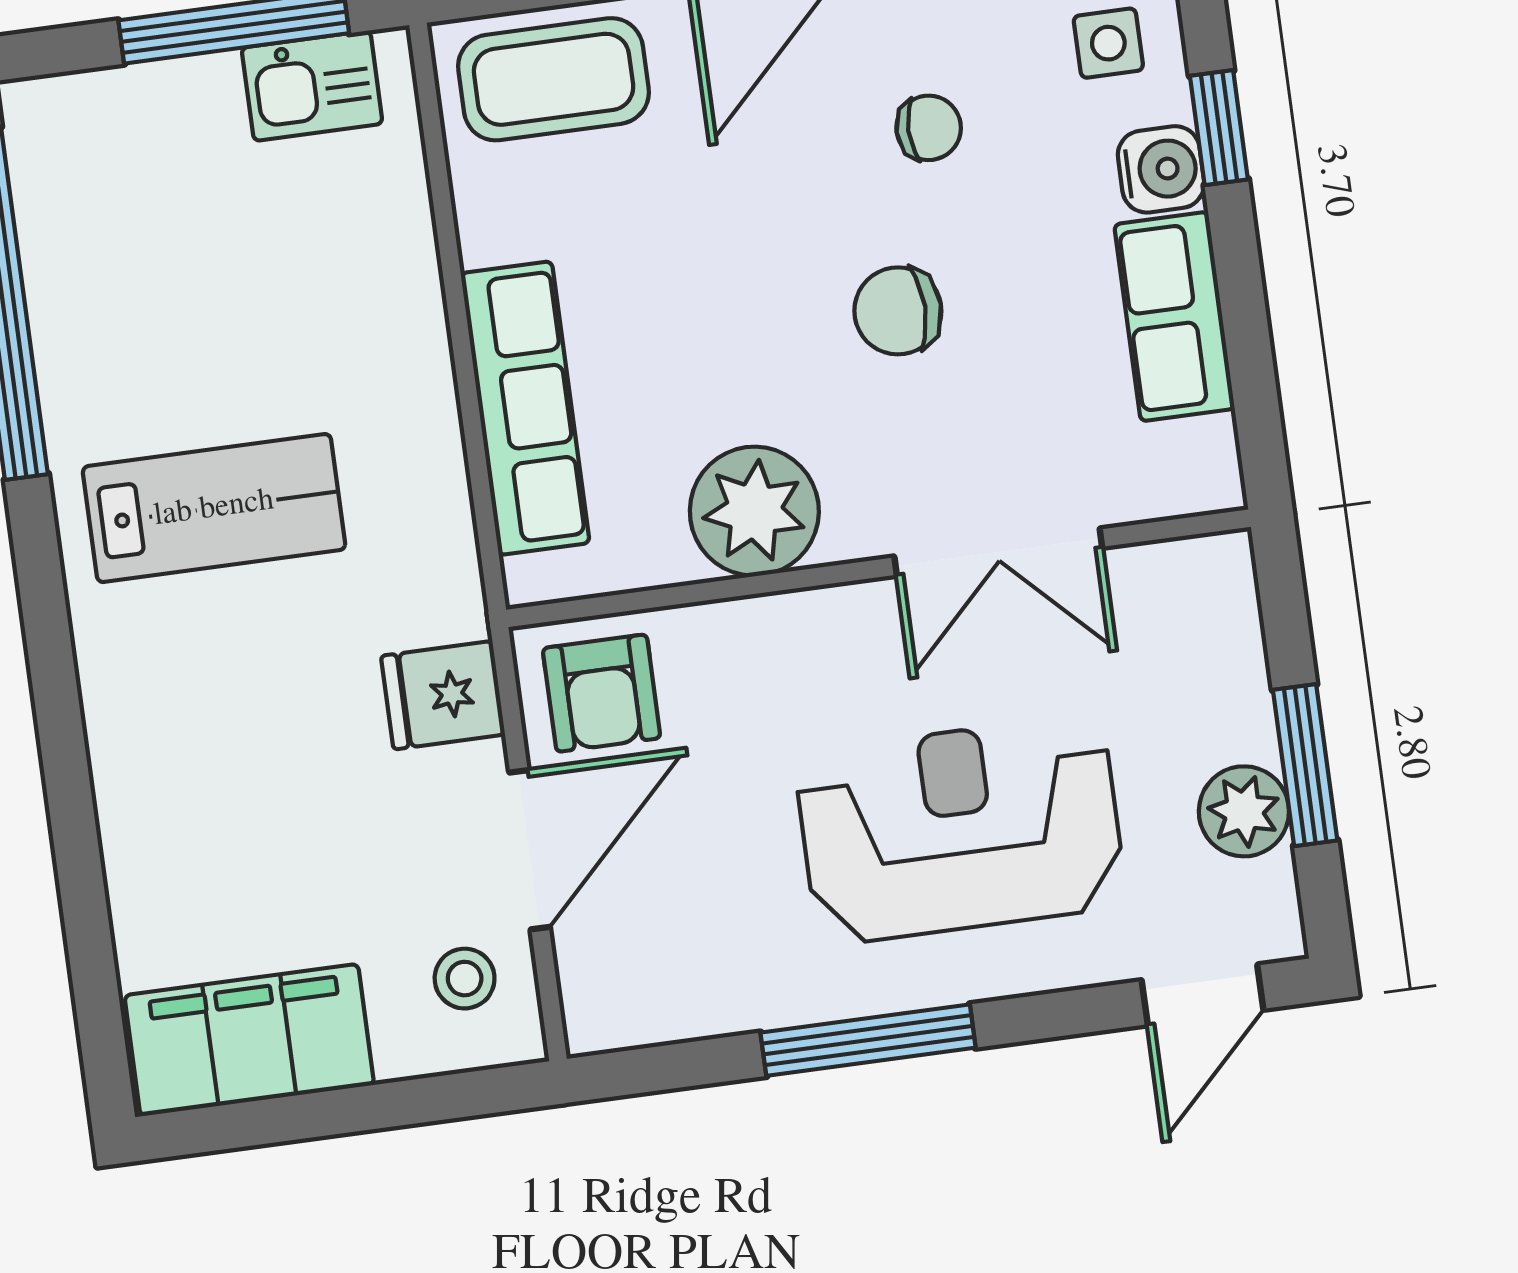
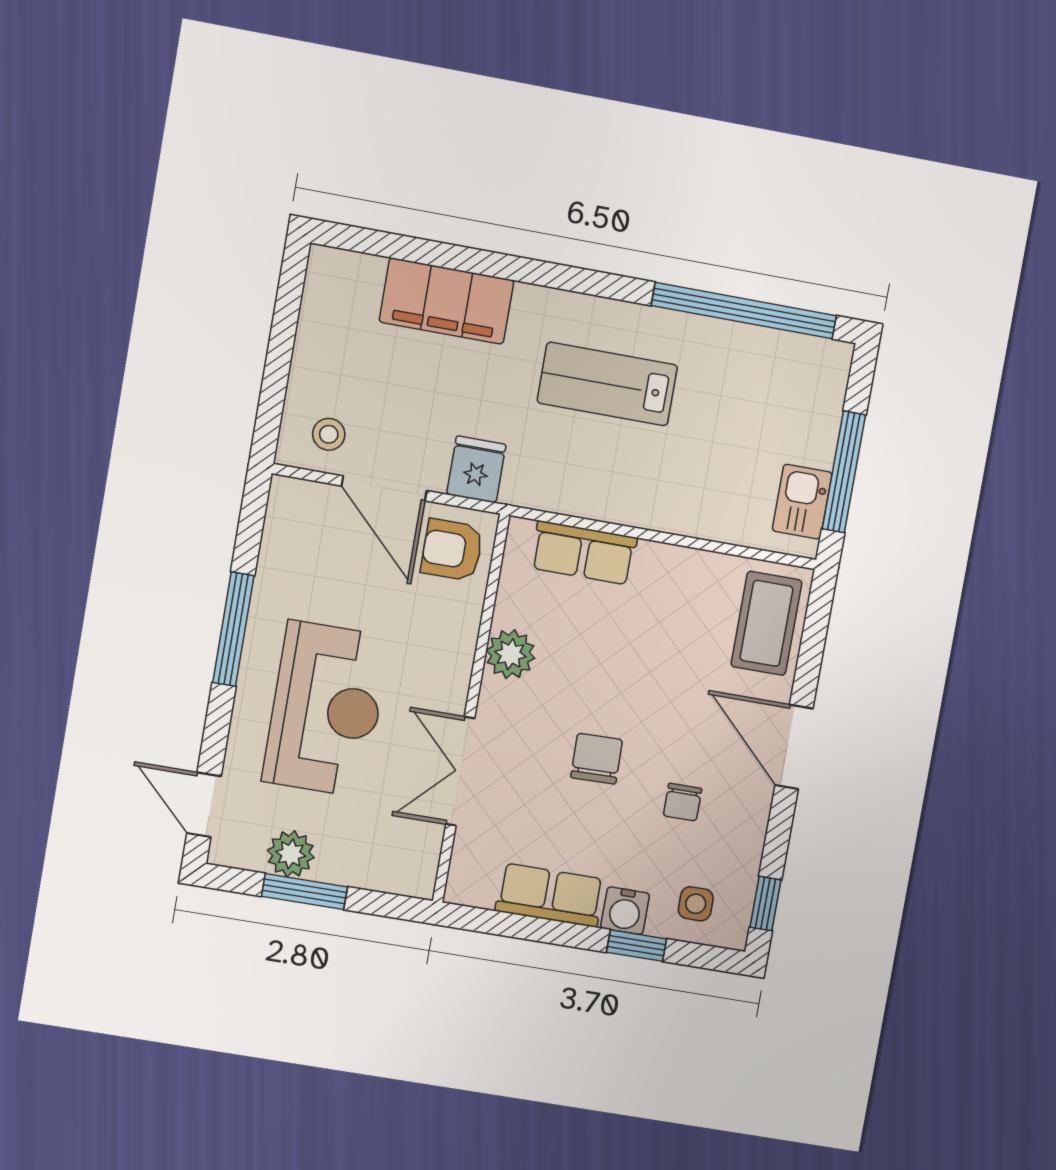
row of seats: (525, 408) -> (584, 553), width x0.68
lab bench: (214, 508) -> (607, 384), turned 90
plant: (754, 511) -> (510, 654), width x0.73, depth x0.73
filing cabinet: (249, 1040) -> (446, 301), moved, turned 90

